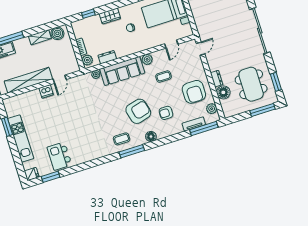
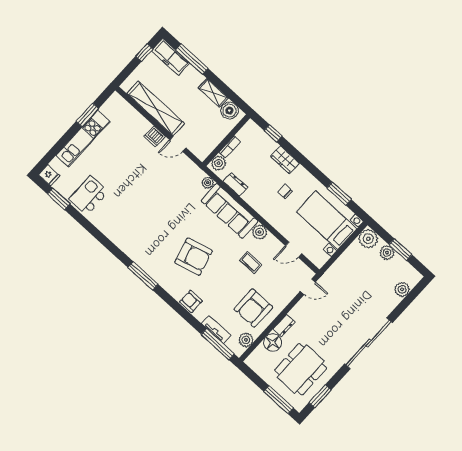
armchair: (166, 113) -> (191, 301), moved
floor lamp: (151, 136) -> (173, 288), removed
coffee table: (122, 139) -> (150, 256), removed

